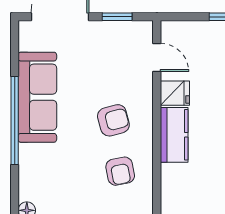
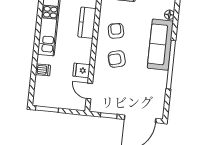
sofa: (37, 97) -> (160, 45), moved
kitchen counter: (174, 135) -> (87, 23), moved

